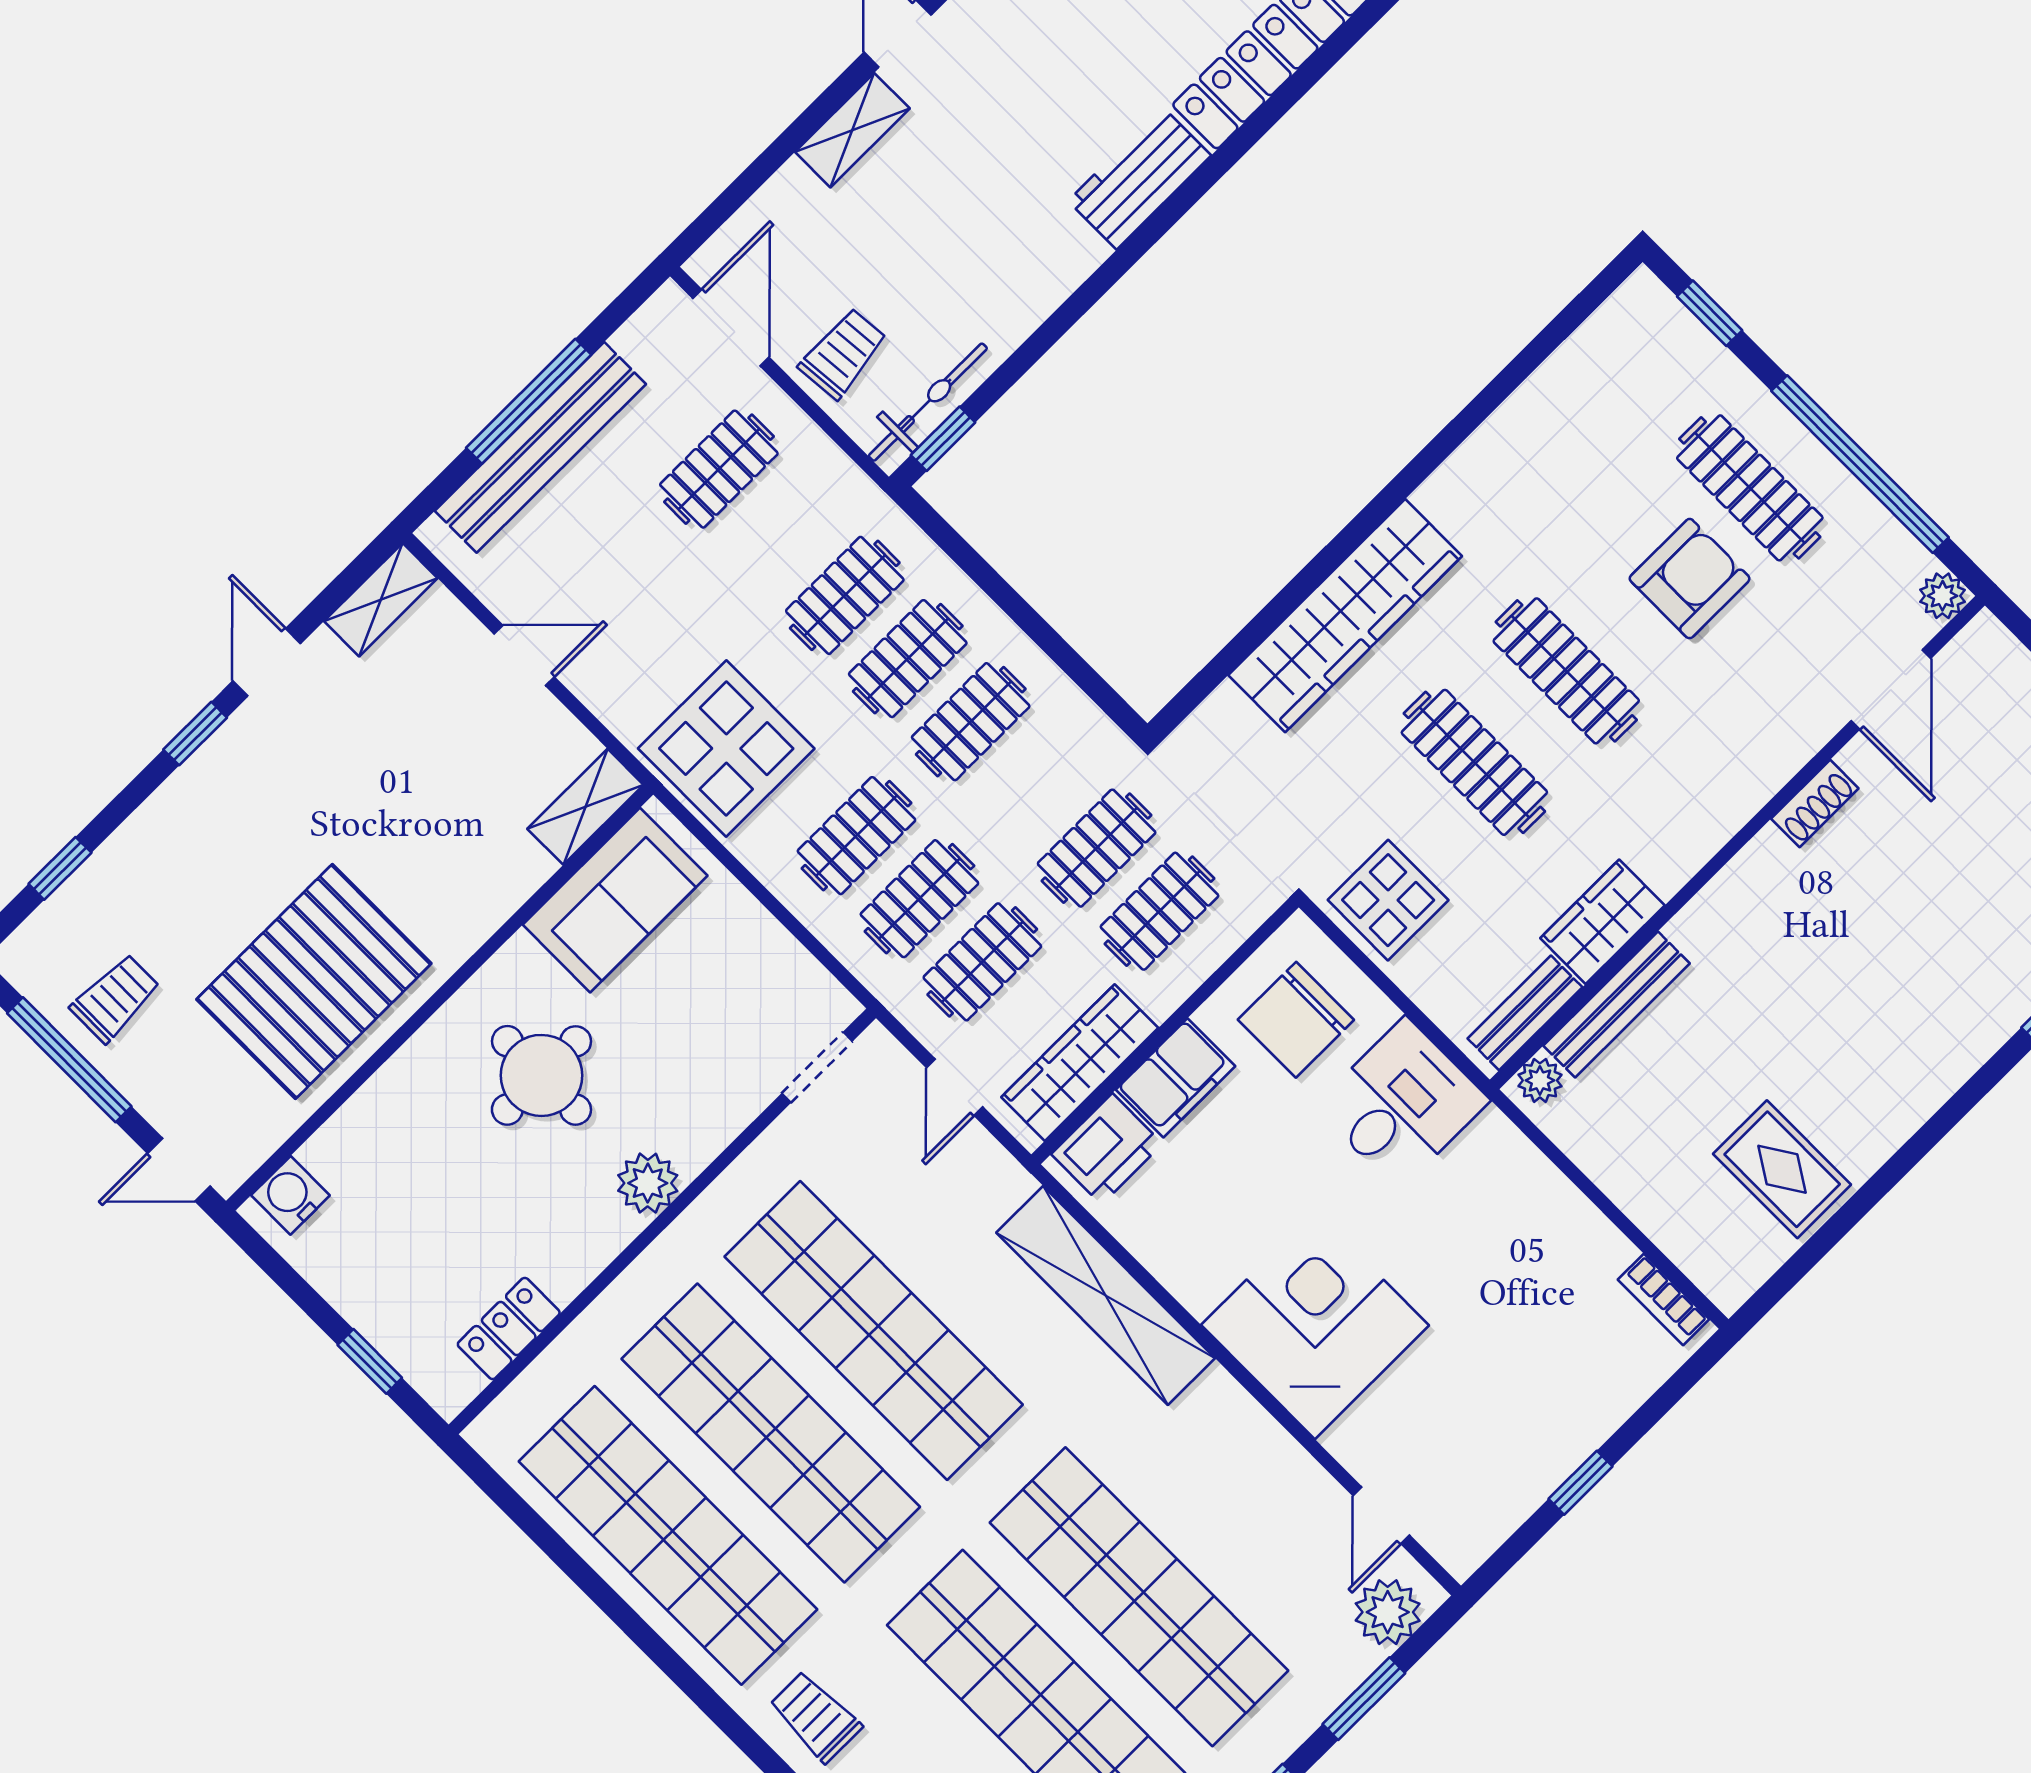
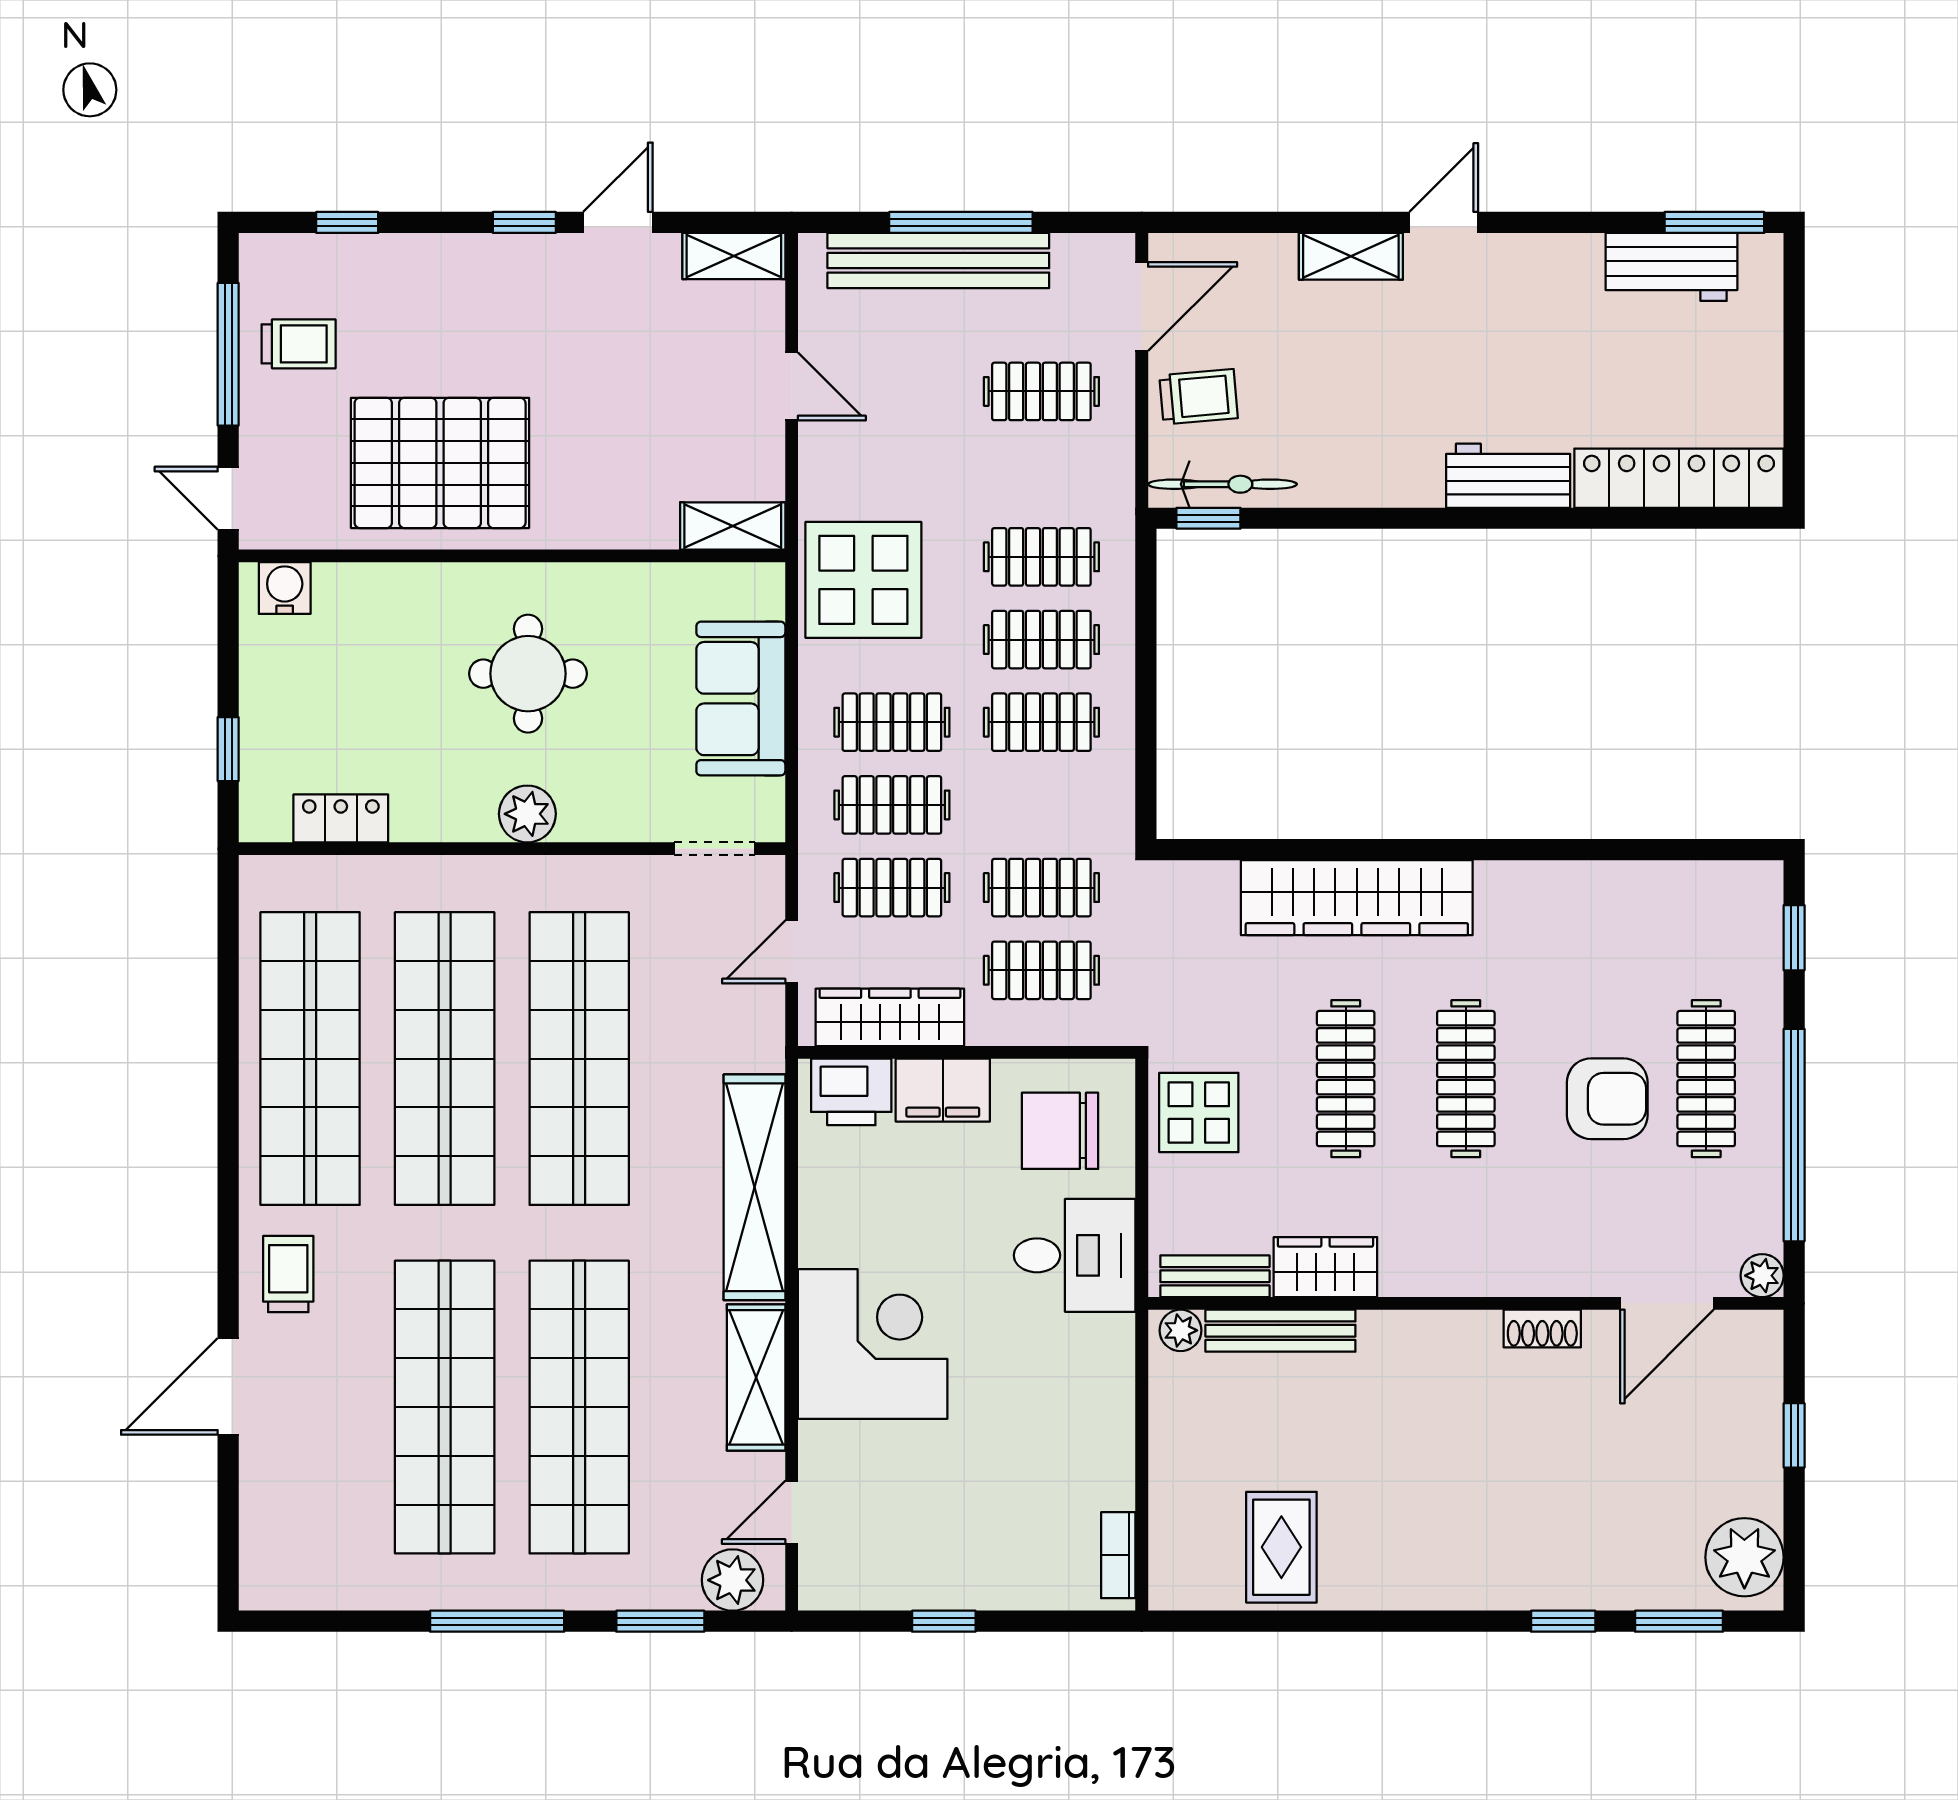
sofa: (615, 900) -> (741, 699), moved, turned 90
shelving: (1251, 1440) -> (756, 1377), added

